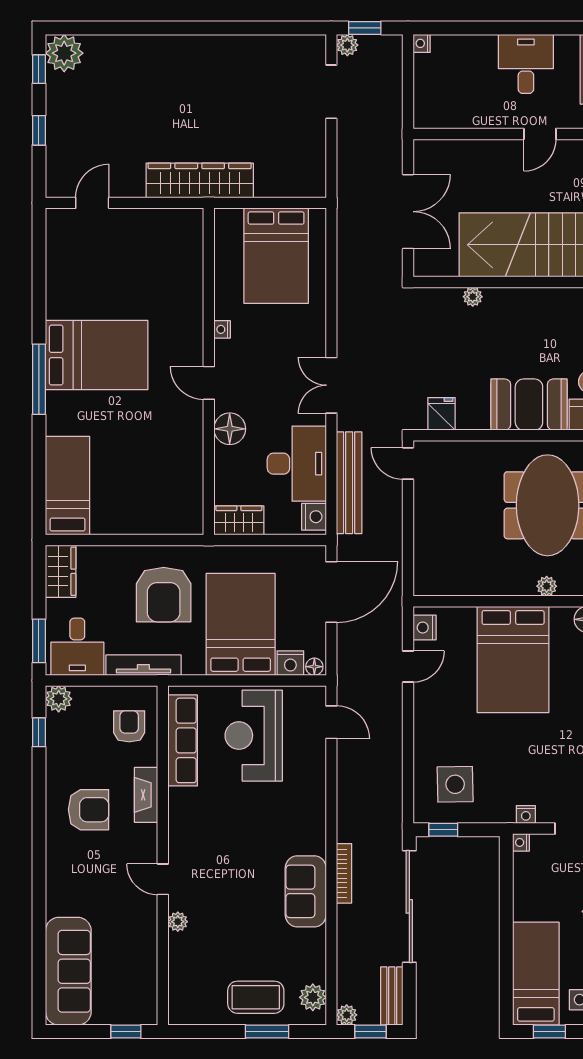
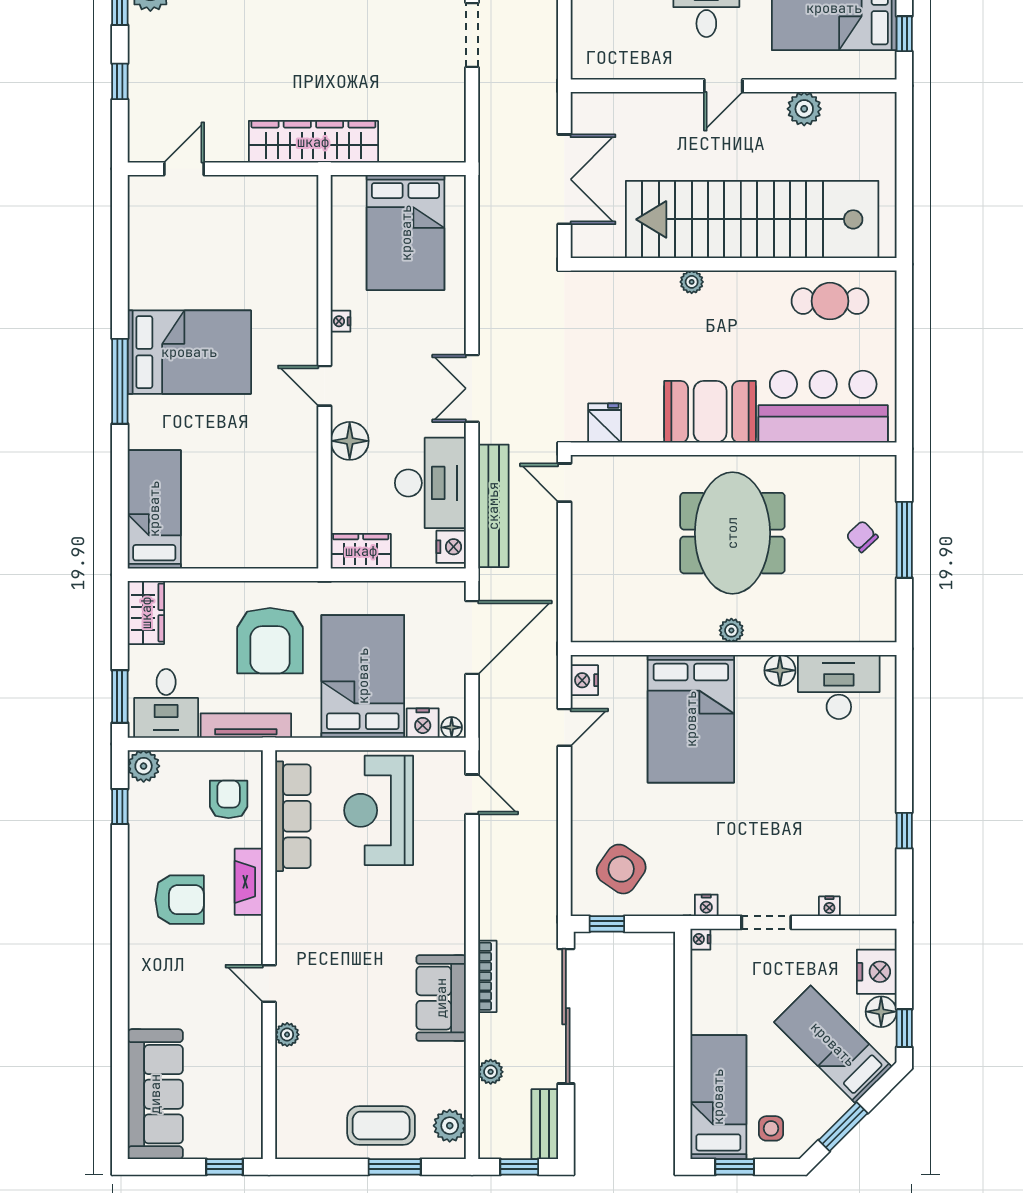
plant: (473, 297) -> (692, 282), moved
side table: (455, 784) -> (621, 869), turned 36
plant: (347, 1015) -> (491, 1072), moved

